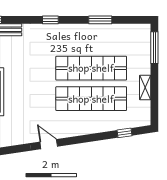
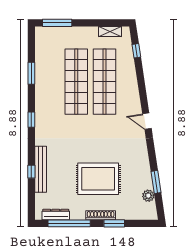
shelving: (145, 87) -> (110, 32), moved
door: (49, 144) -> (147, 121), hinge flipped

